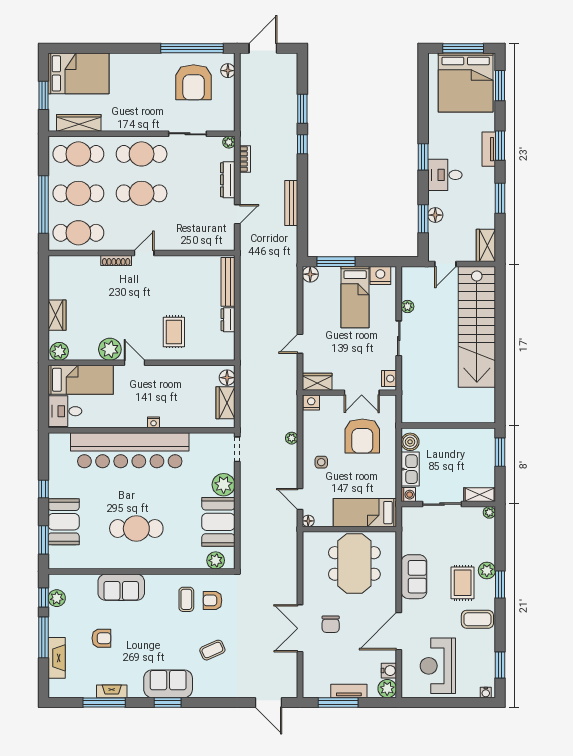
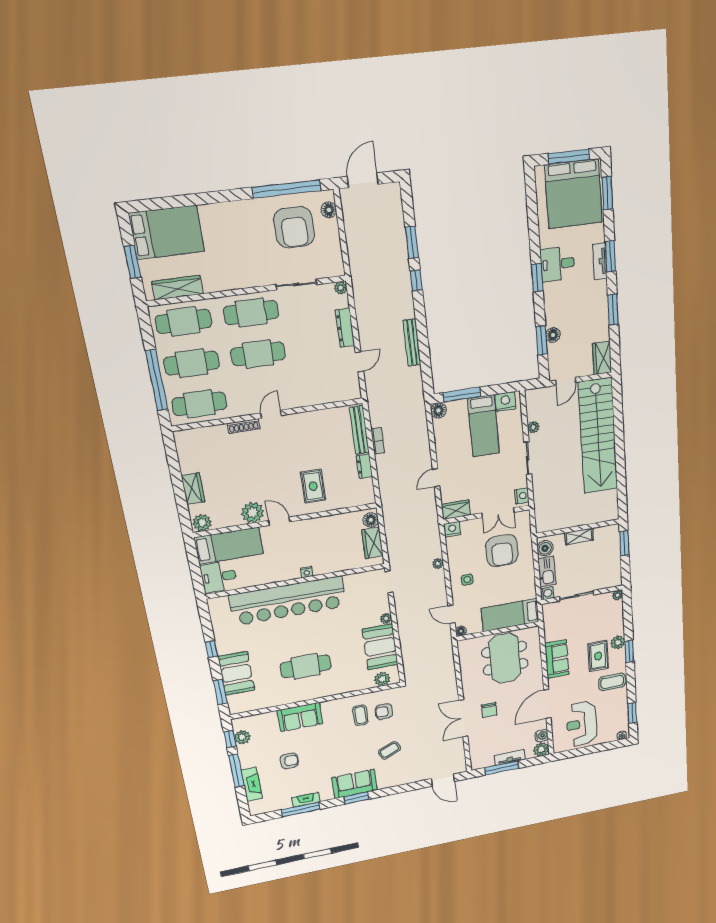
bookcase: (245, 159) -> (378, 441), moved
desk: (445, 175) -> (557, 264), moved
plant: (224, 485) -> (386, 618), width x0.53, depth x0.53
shelving: (480, 495) -> (579, 536), moved

